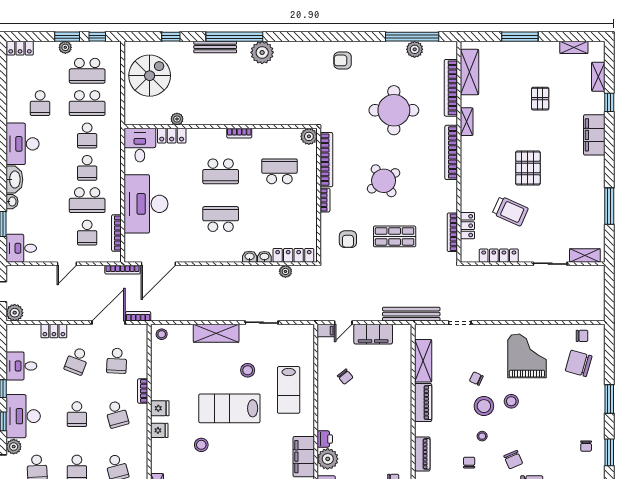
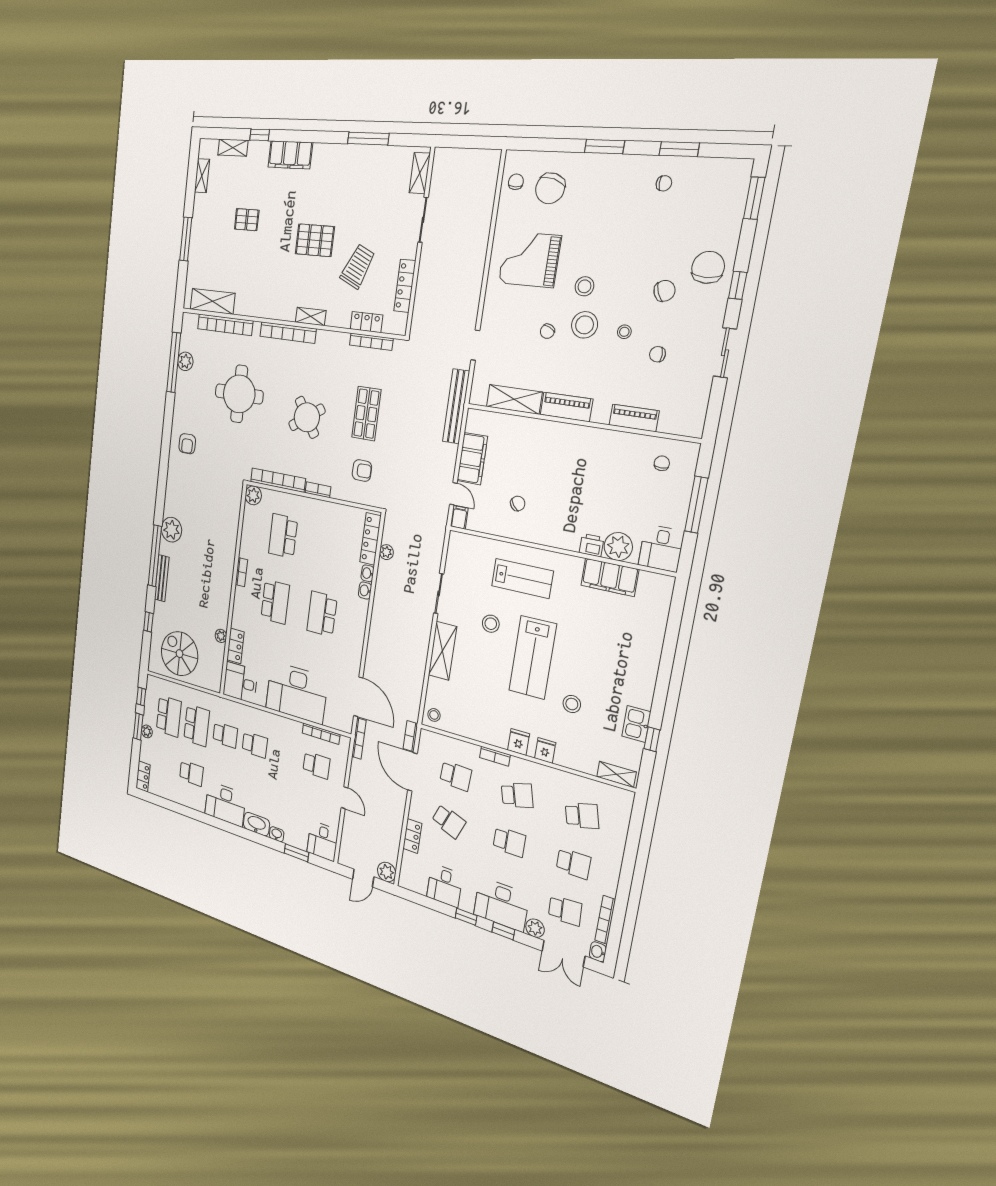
shelving: (467, 122) -> (311, 316), moved
school desk: (87, 200) -> (285, 755), removed

